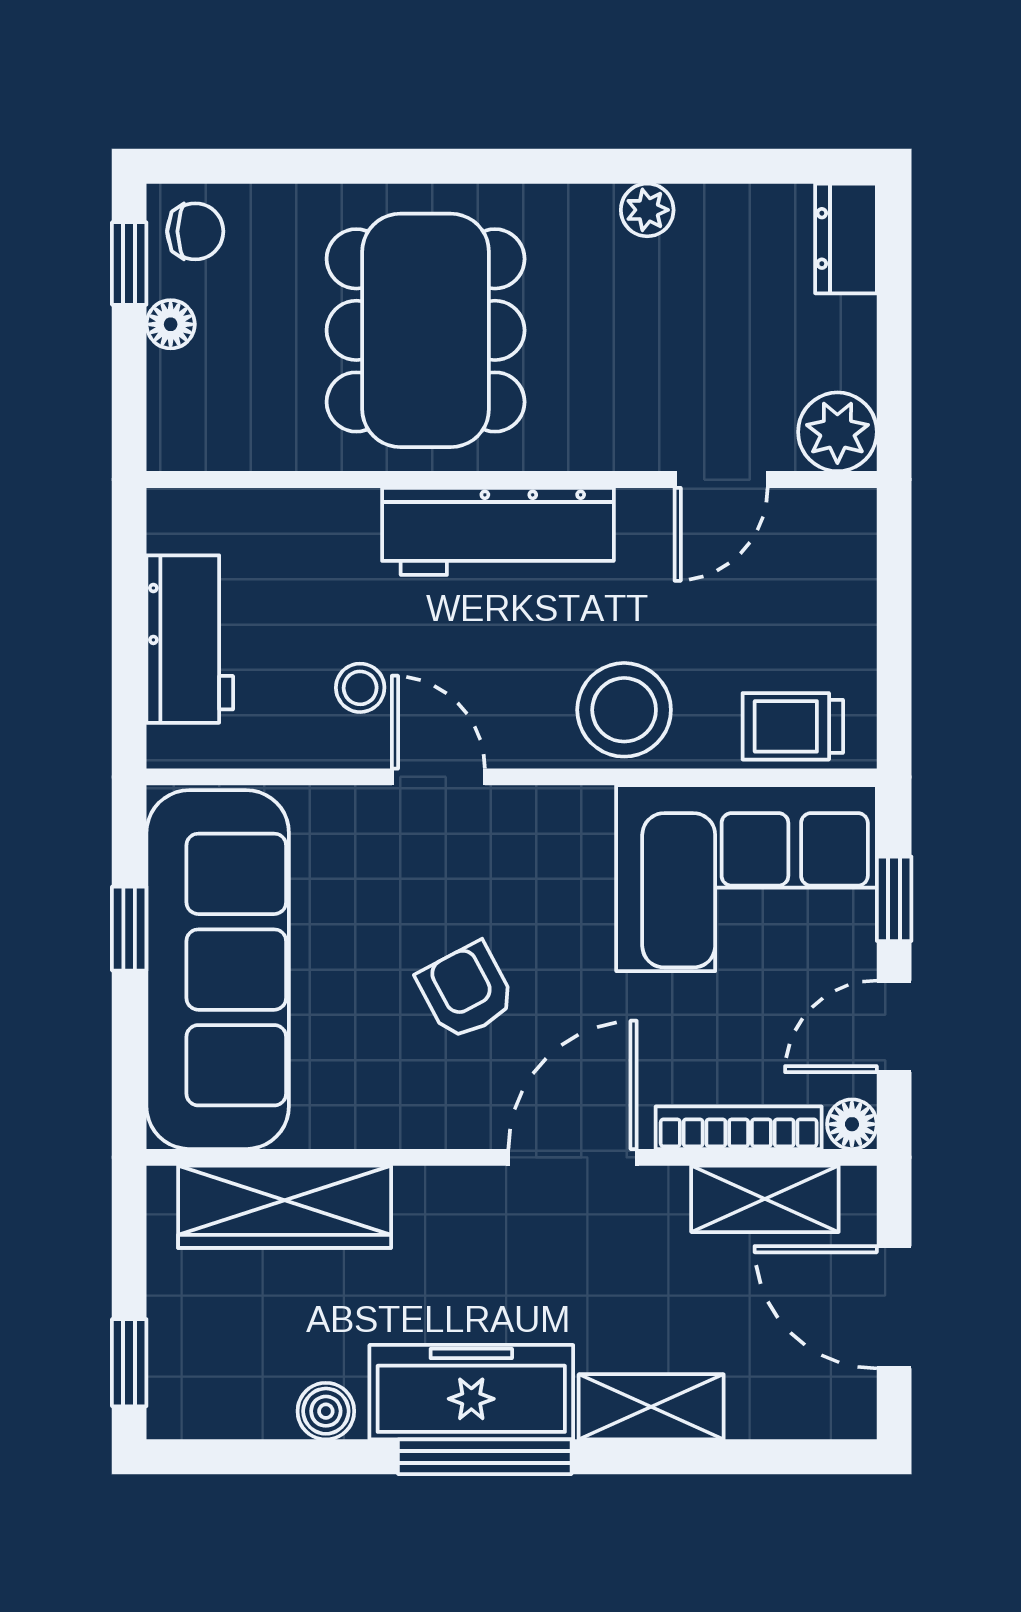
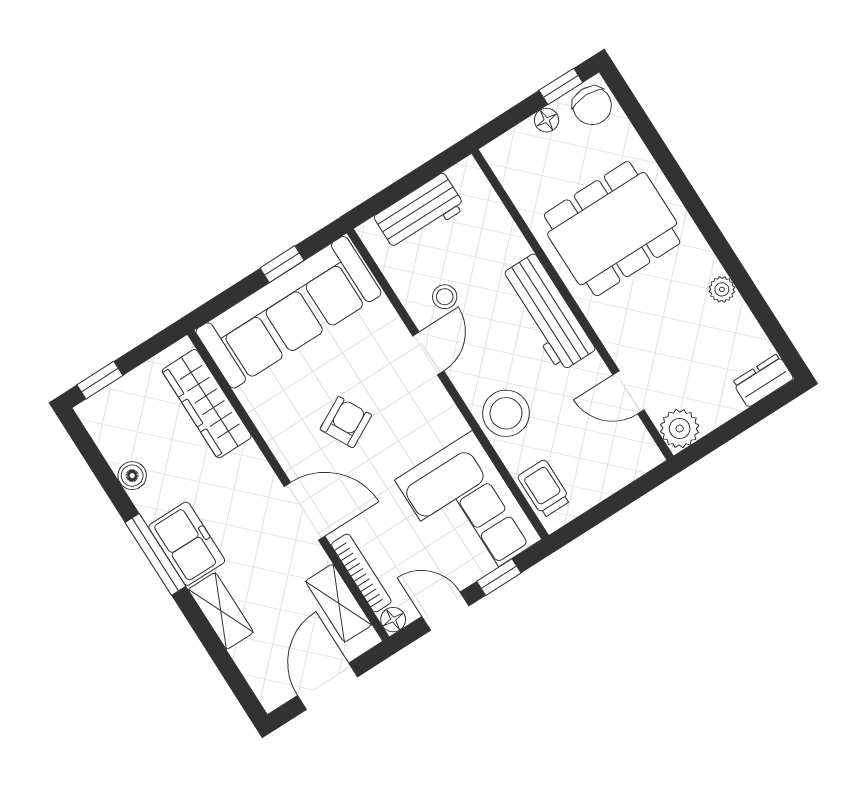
chair: (195, 231) -> (592, 106), width x1.37, depth x1.37
freezer: (471, 1392) -> (187, 544), width x0.71

